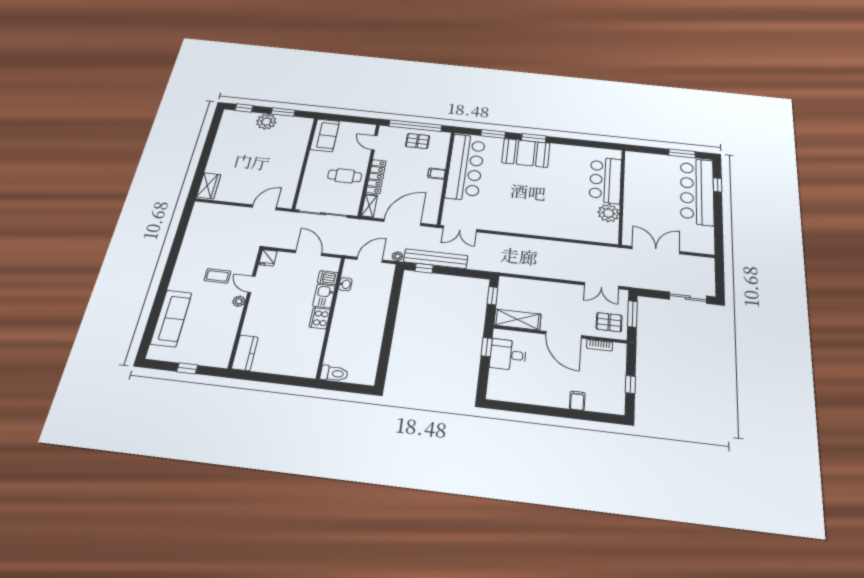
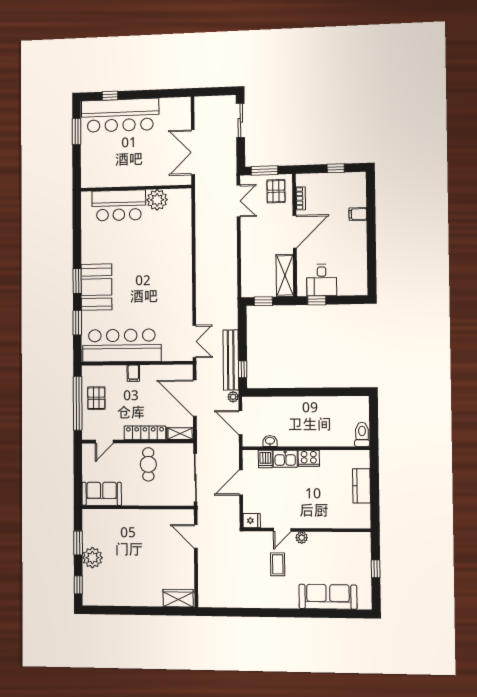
kitchen counter: (245, 353) -> (361, 486), moved, turned -90

